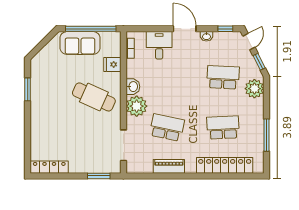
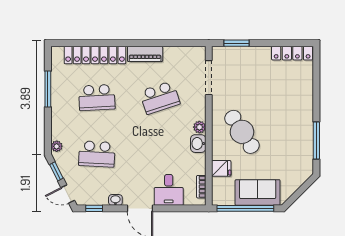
door: (249, 42) -> (68, 194), hinge flipped
window: (28, 89) -> (316, 140), width x1.44
plant: (254, 89) -> (57, 146), width x0.53, depth x0.53
cafe table: (94, 97) -> (242, 132), turned 33
plant: (137, 106) -> (199, 127), width x0.53, depth x0.53
school desk: (167, 127) -> (160, 98), turned -30
piano: (169, 166) -> (145, 54), moved

